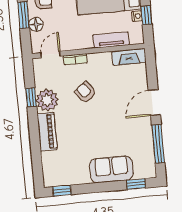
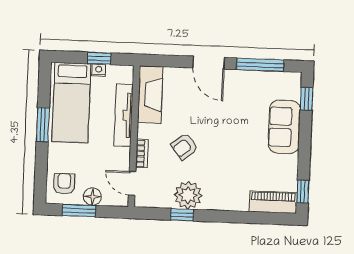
tv unit: (111, 40) -> (124, 115), width x1.41
fireplace: (129, 57) -> (150, 95), width x1.37, depth x1.32
piano: (47, 132) -> (273, 202), moved

